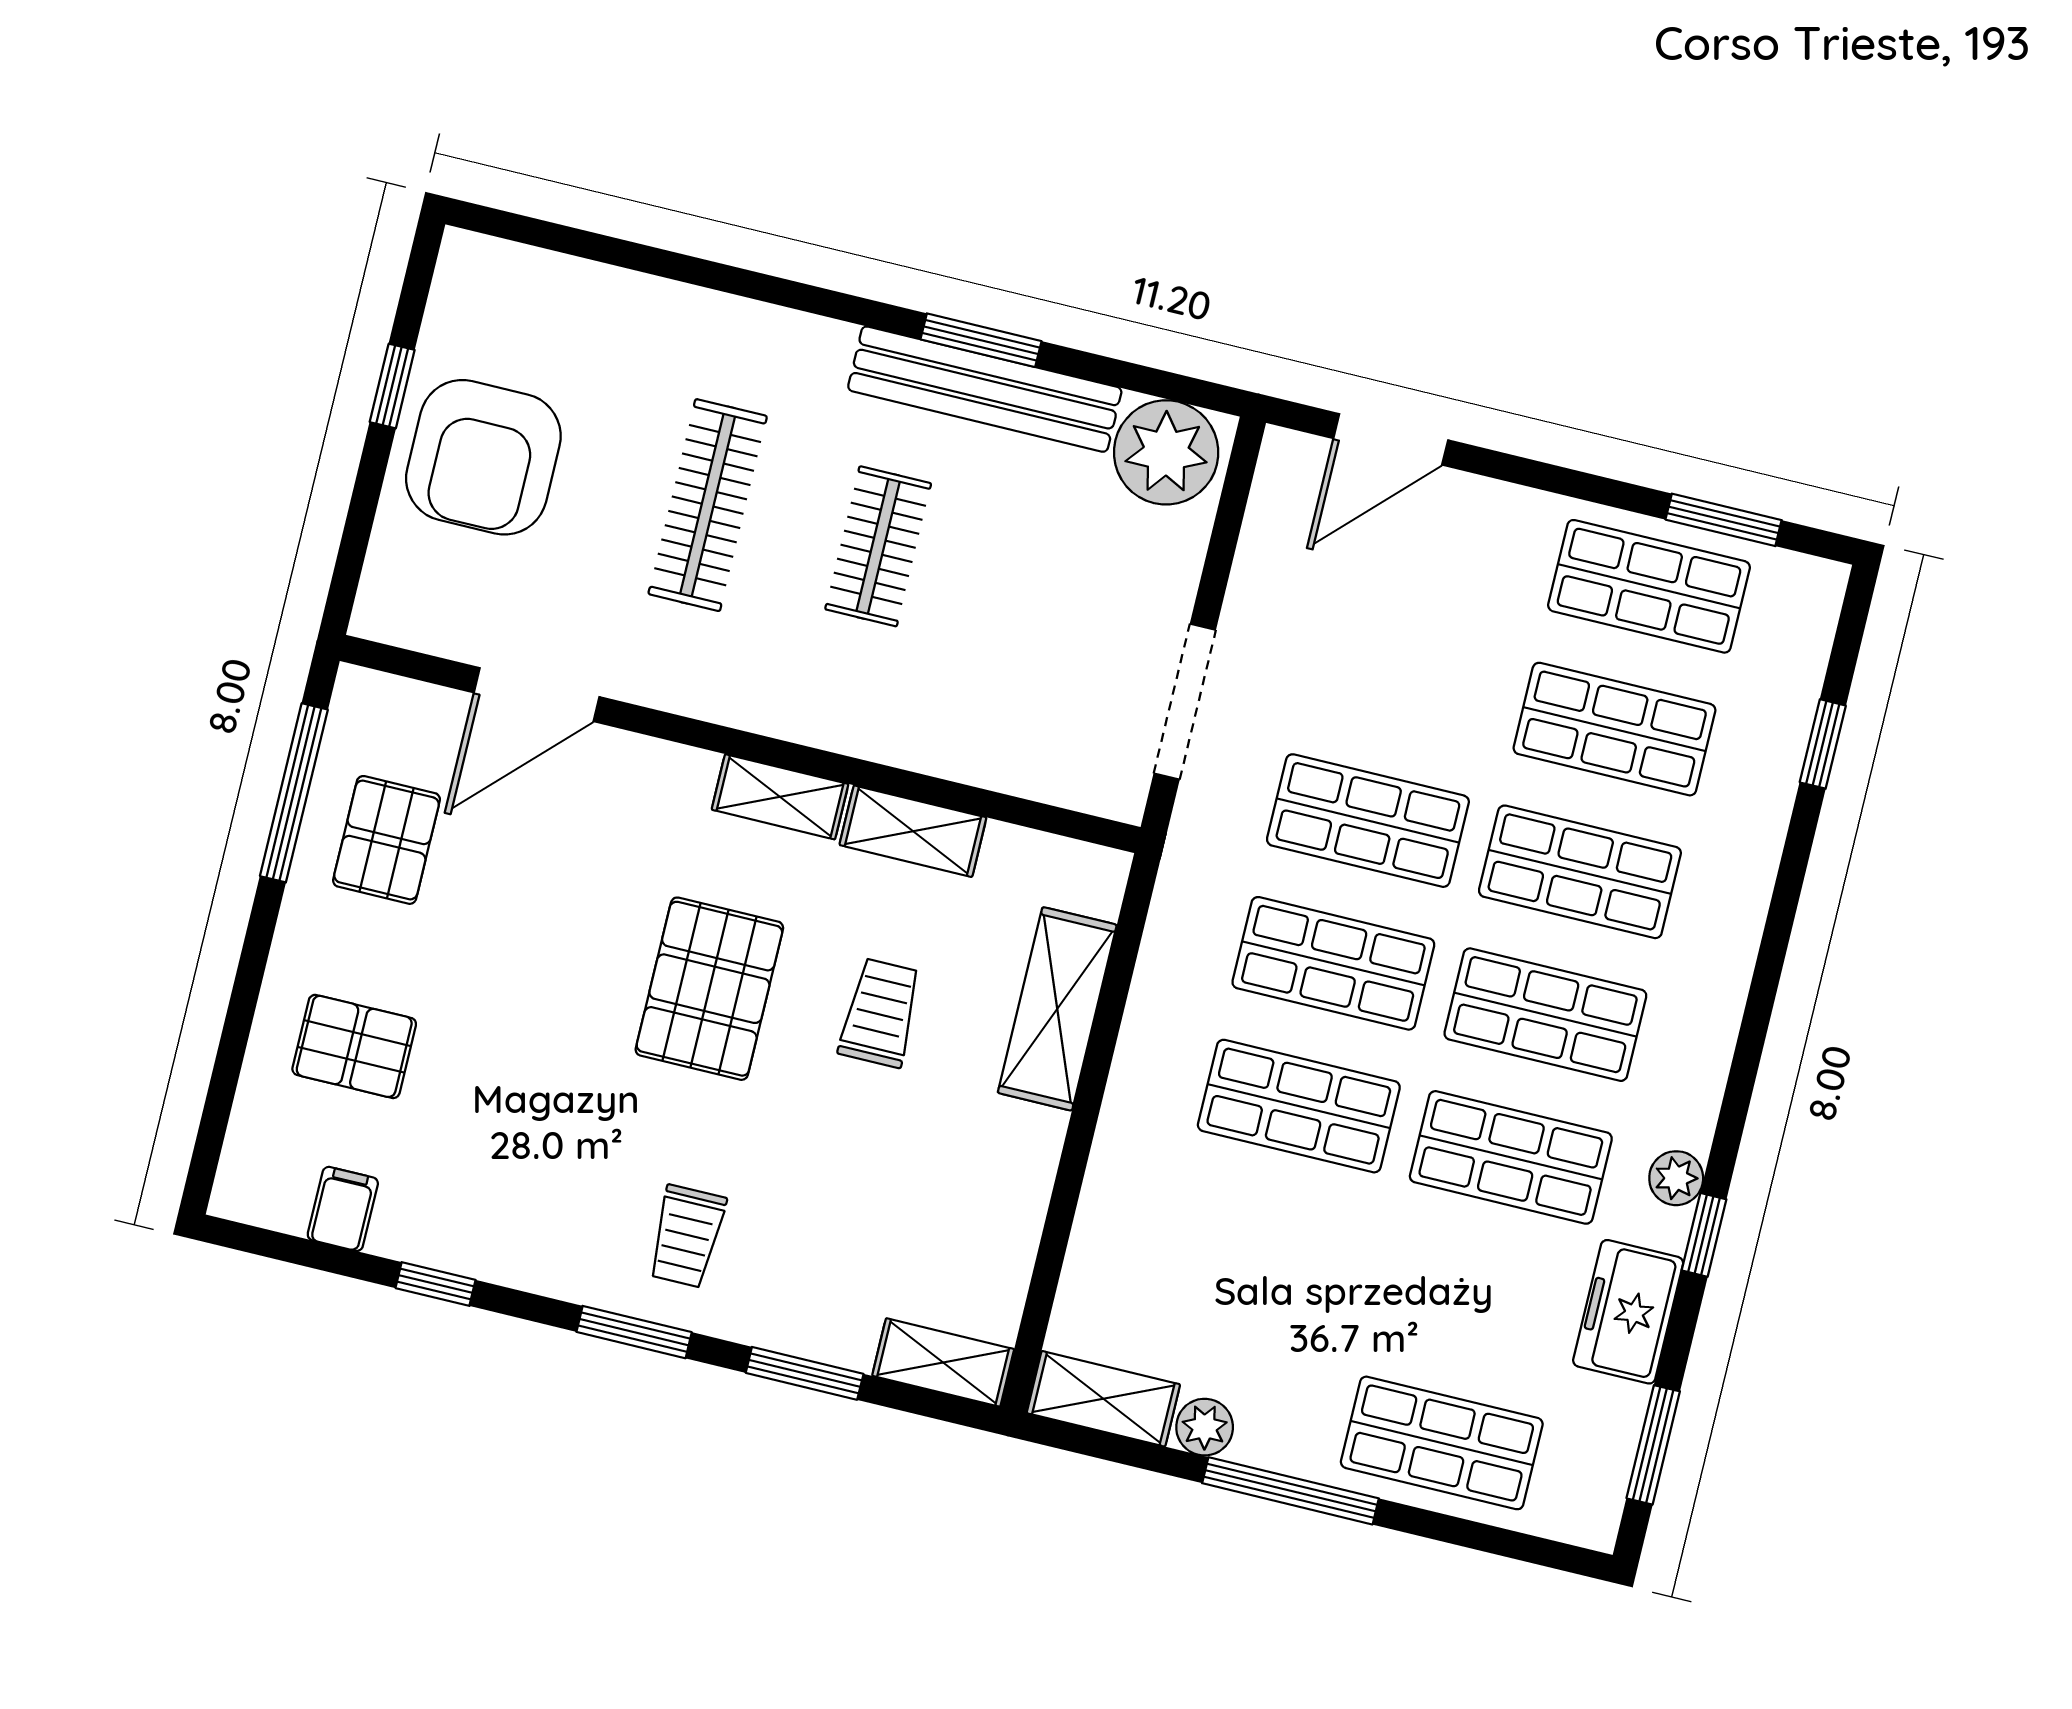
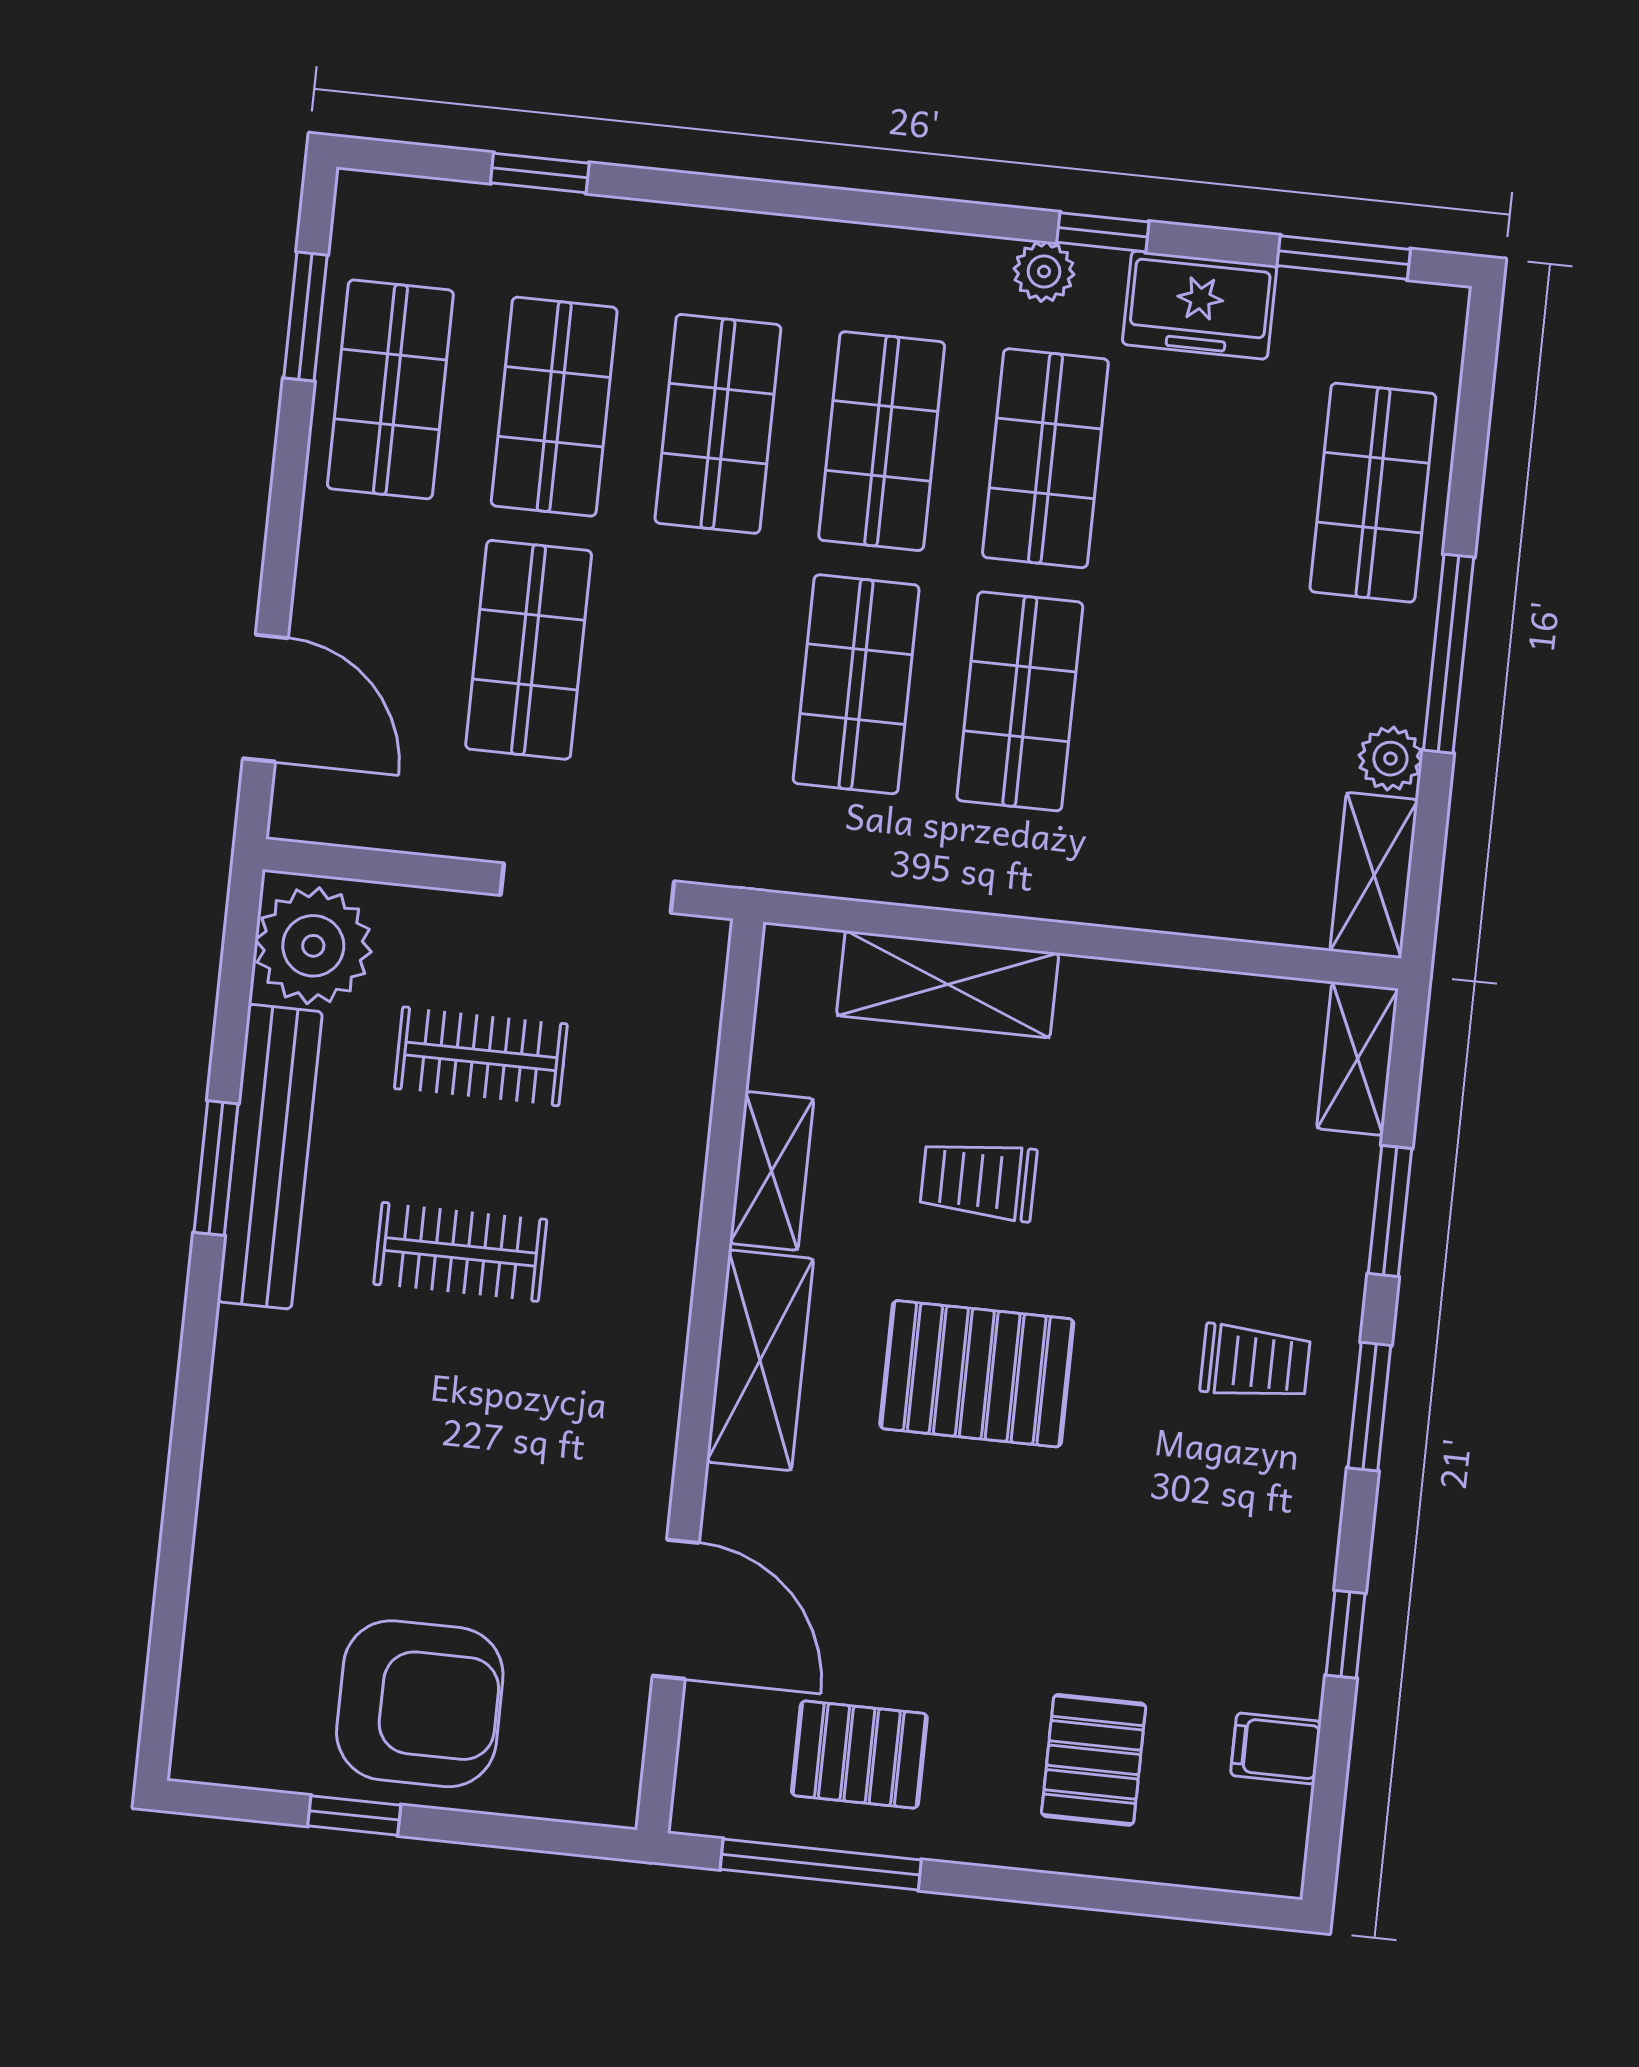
clothes rail: (708, 505) -> (481, 1056), moved, width x0.73
shelving: (780, 797) -> (760, 1360), width x1.50, depth x1.33
shop shelf: (1368, 821) -> (529, 650), moved

